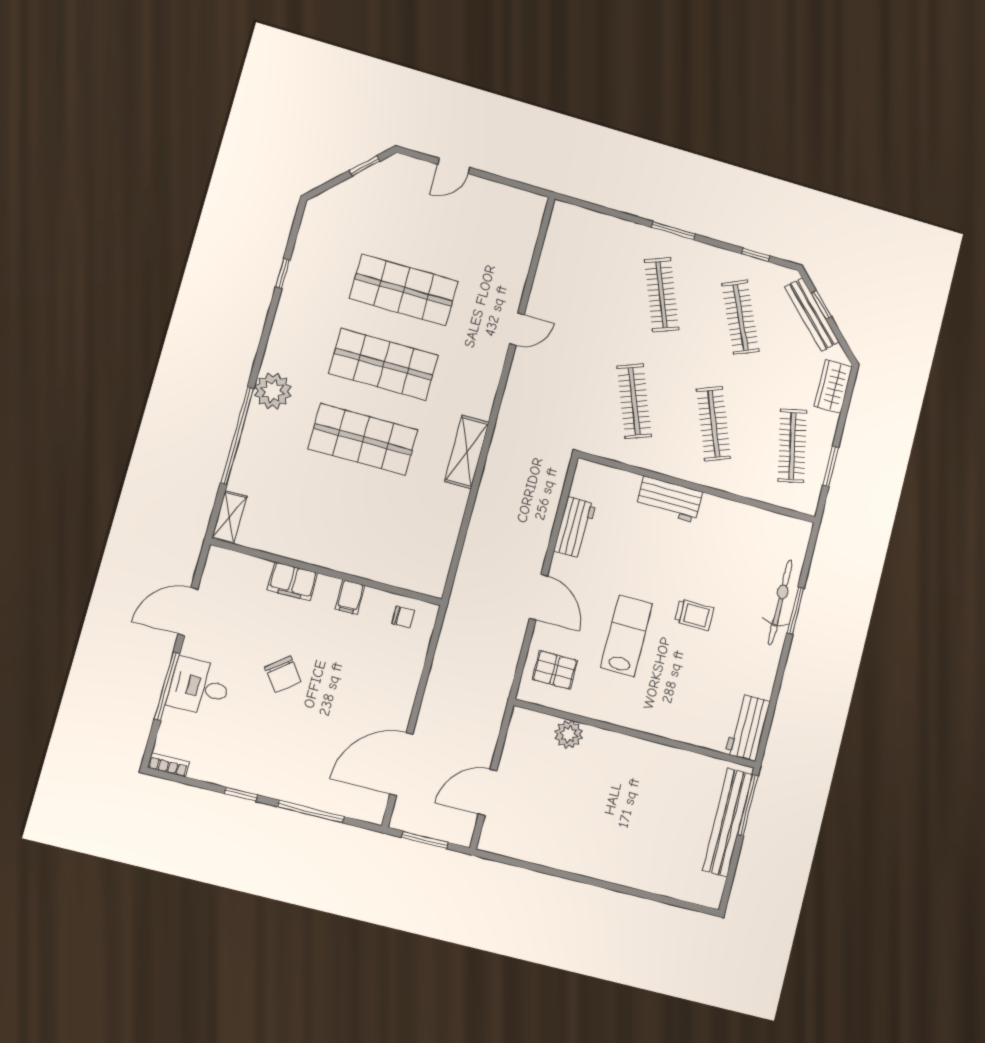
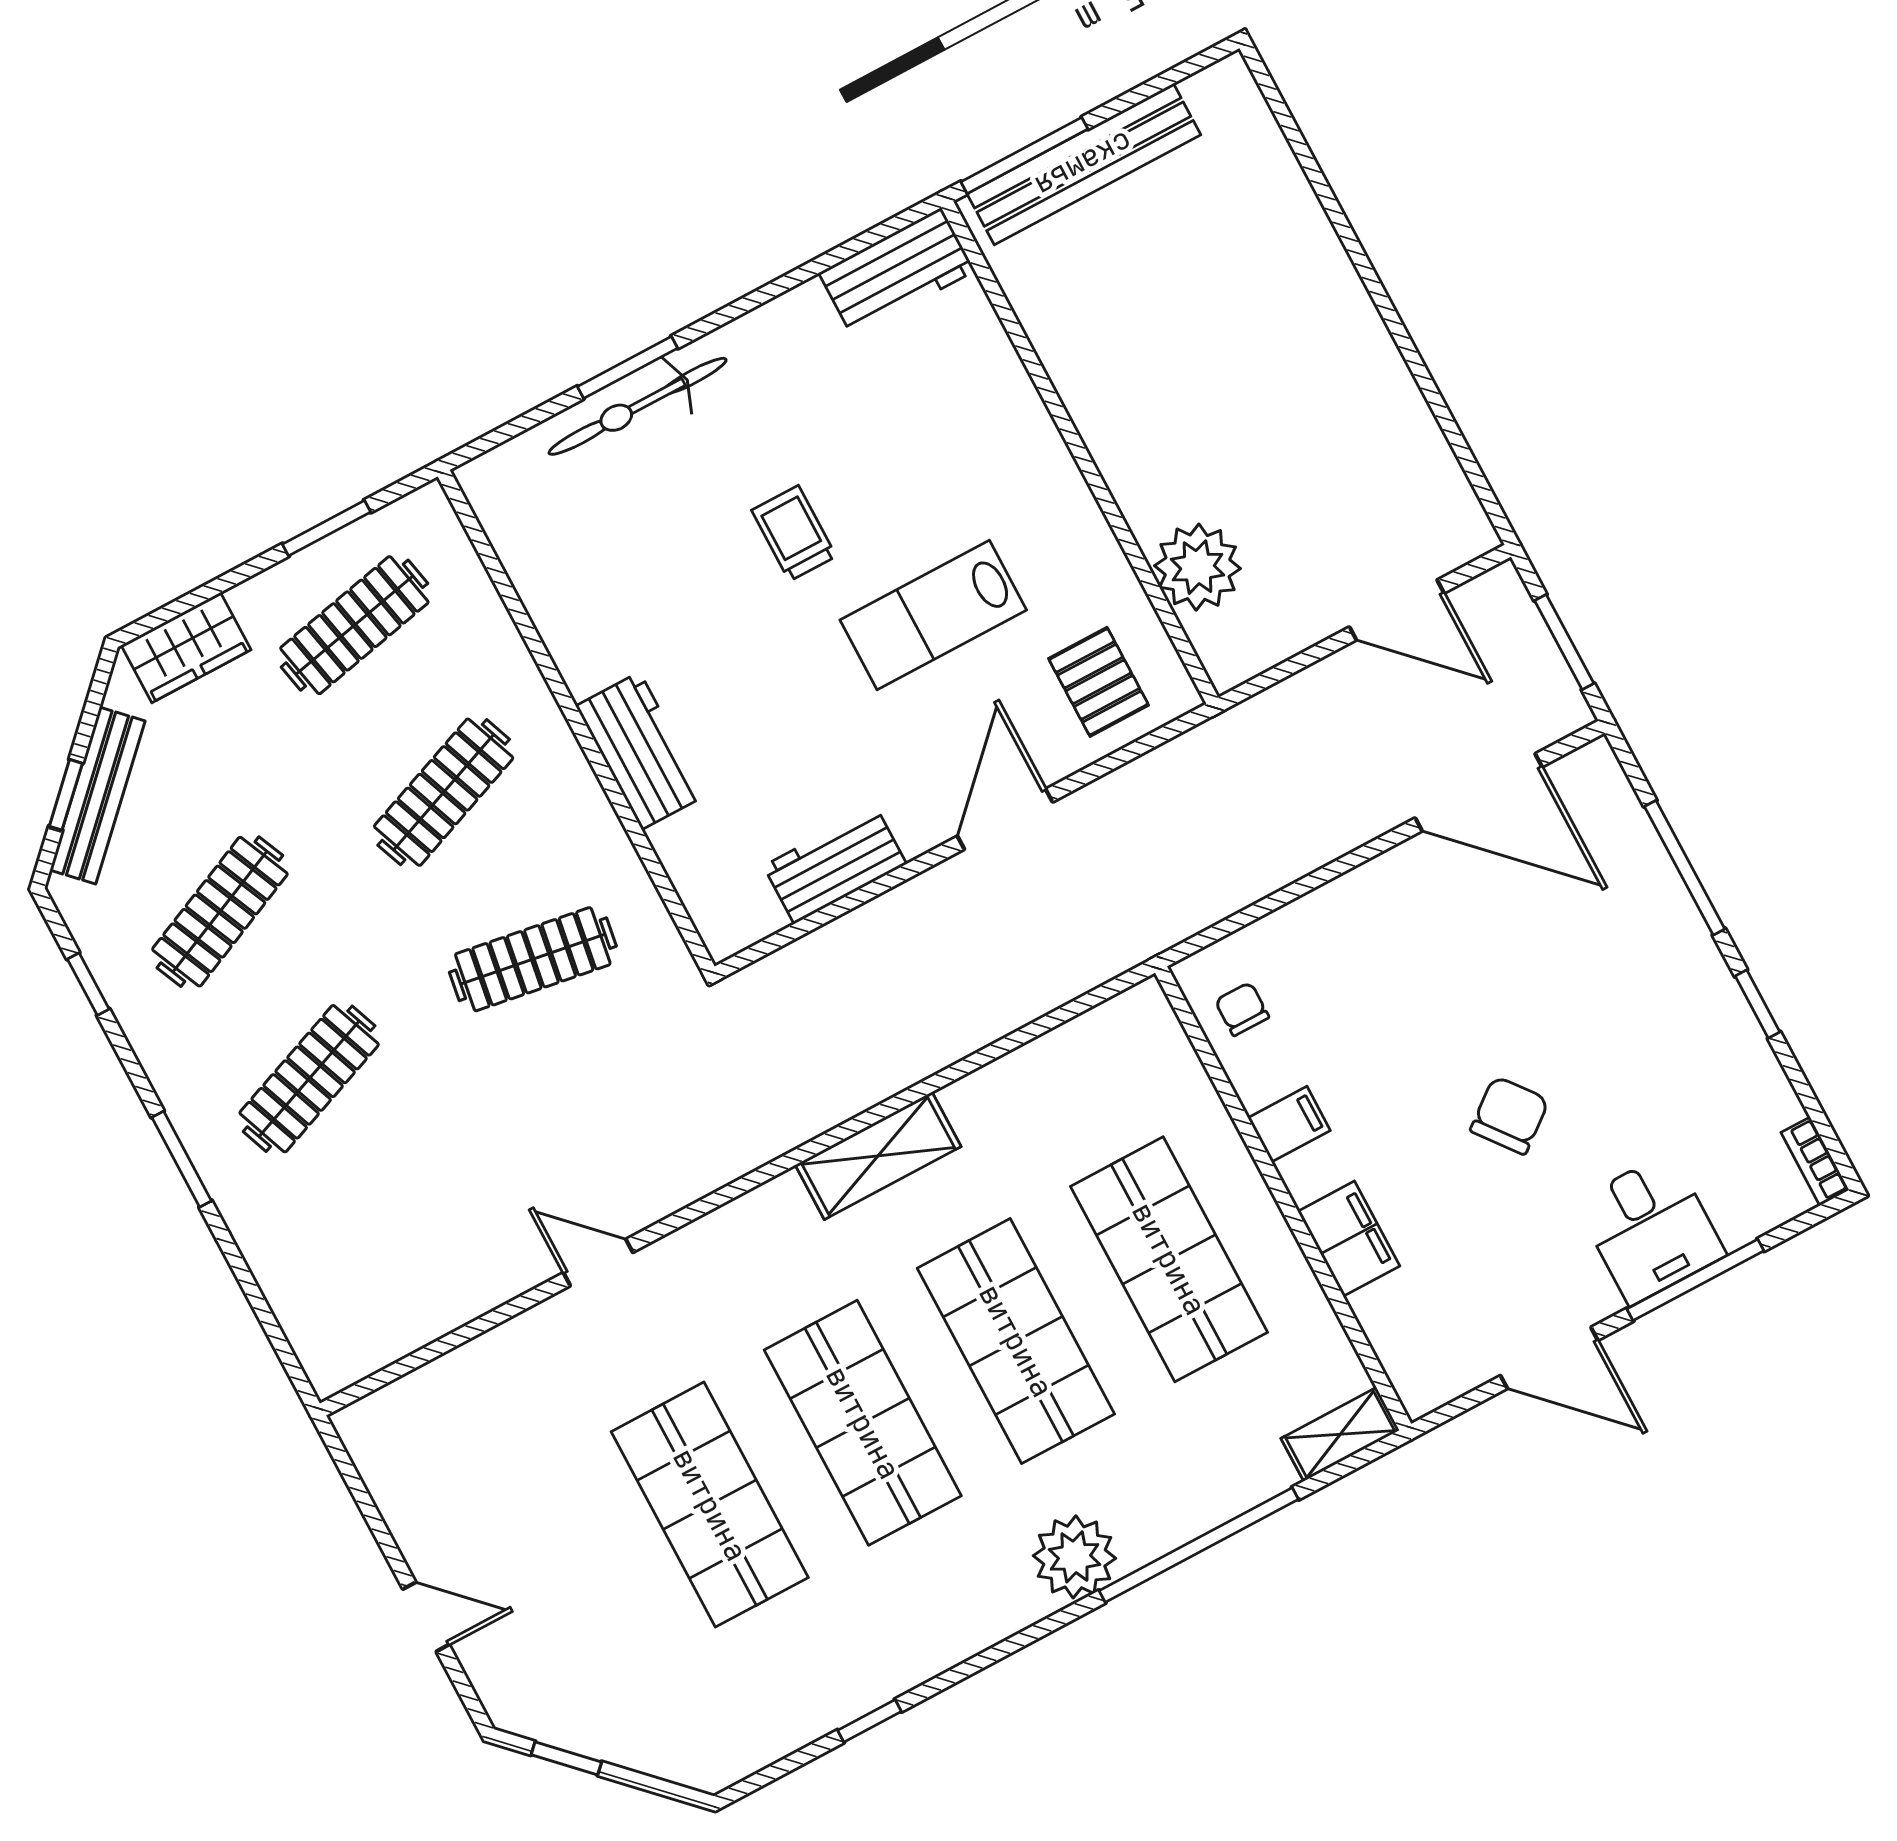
clothes rail: (634, 401) -> (533, 959), turned 30
shop shelf: (342, 515) -> (1169, 1259), added
plant: (569, 734) -> (1197, 567), width x1.36, depth x1.36

